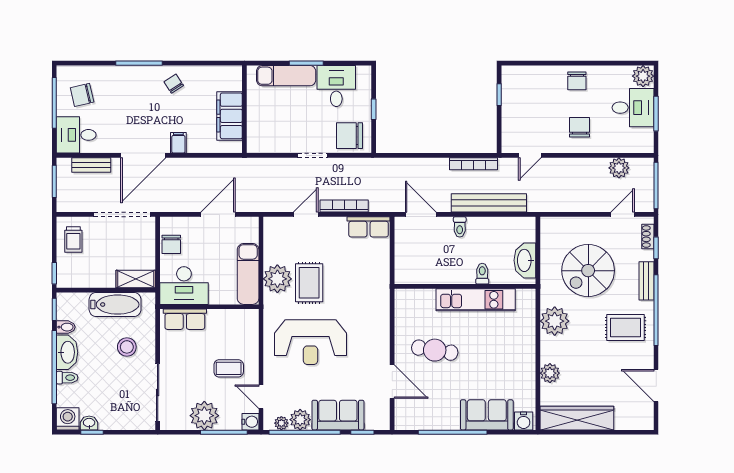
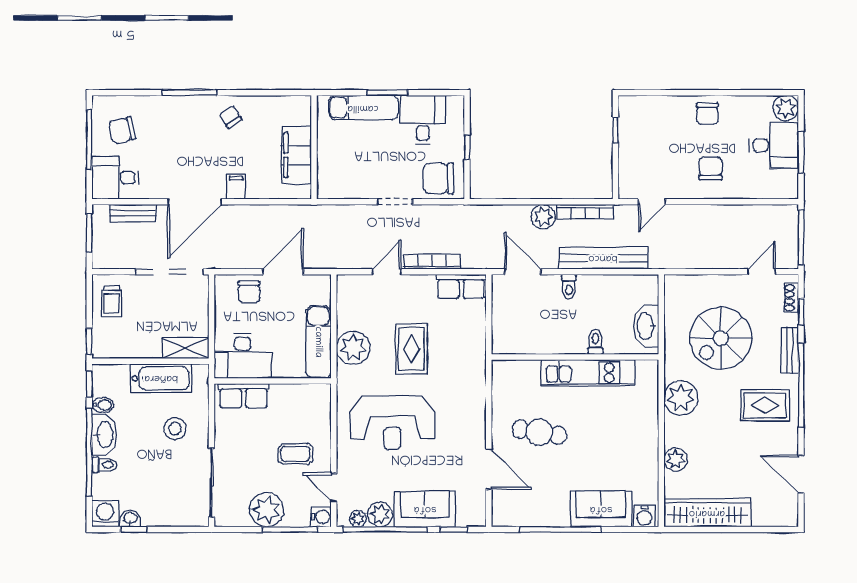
plant: (619, 168) -> (543, 217), moved
chair: (171, 244) -> (249, 292), moved
rug: (309, 283) -> (411, 349), moved

